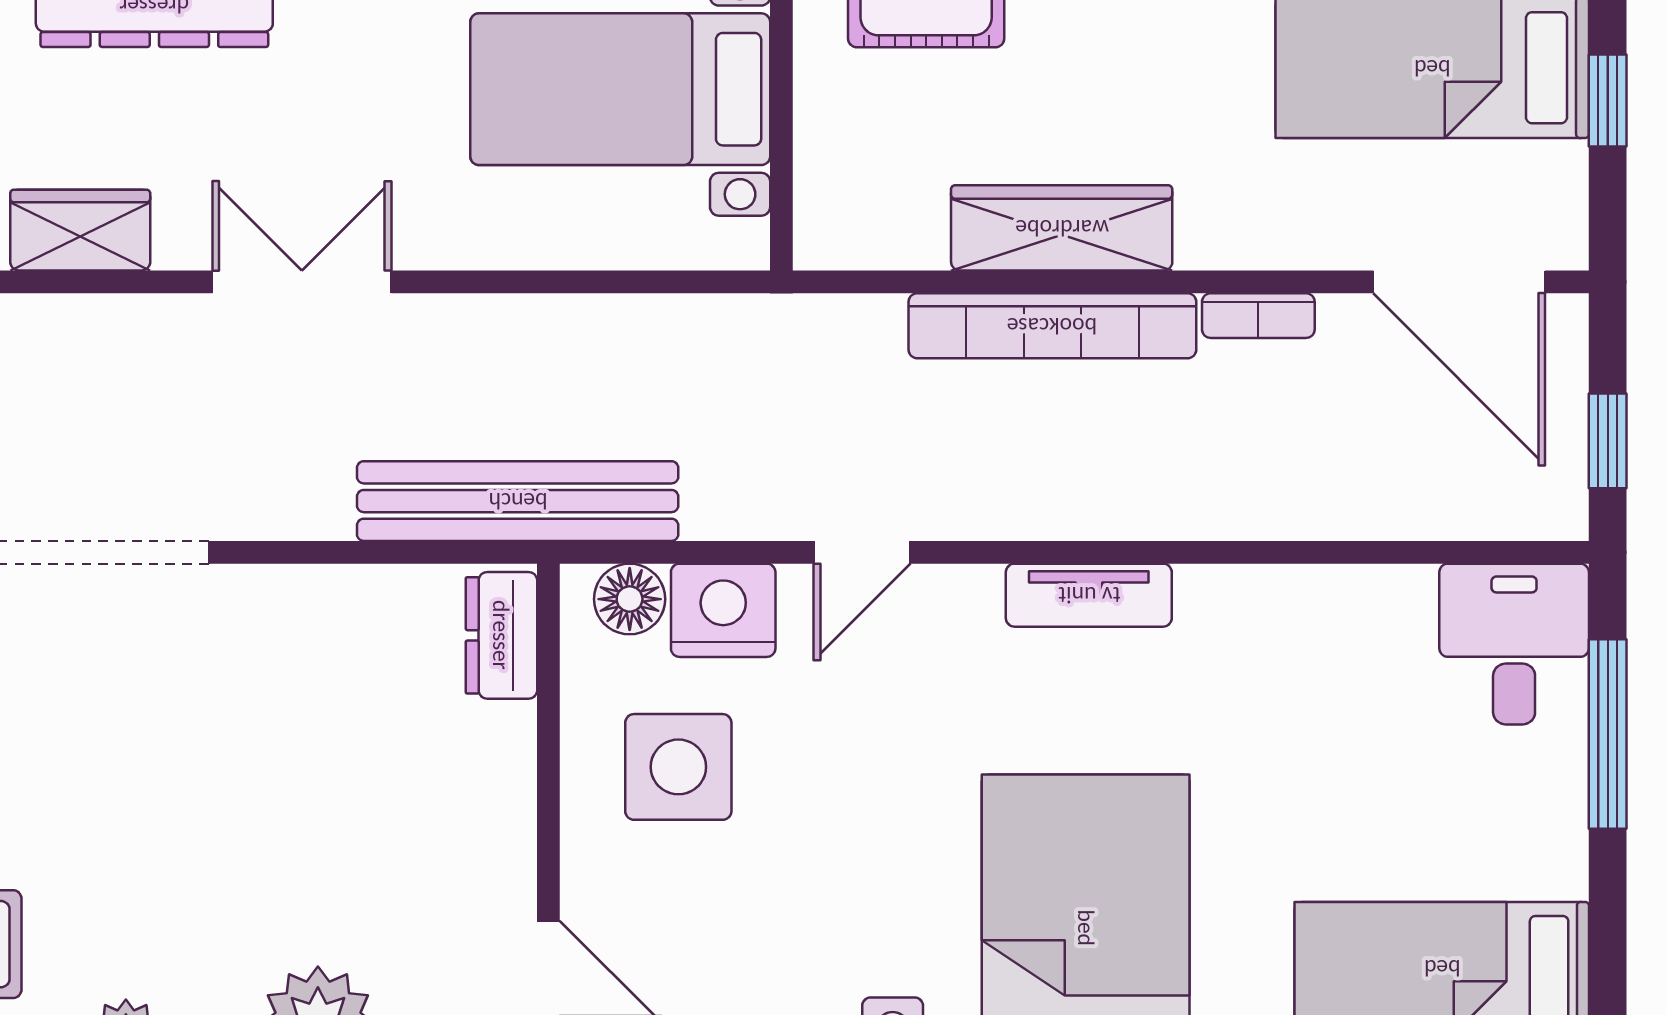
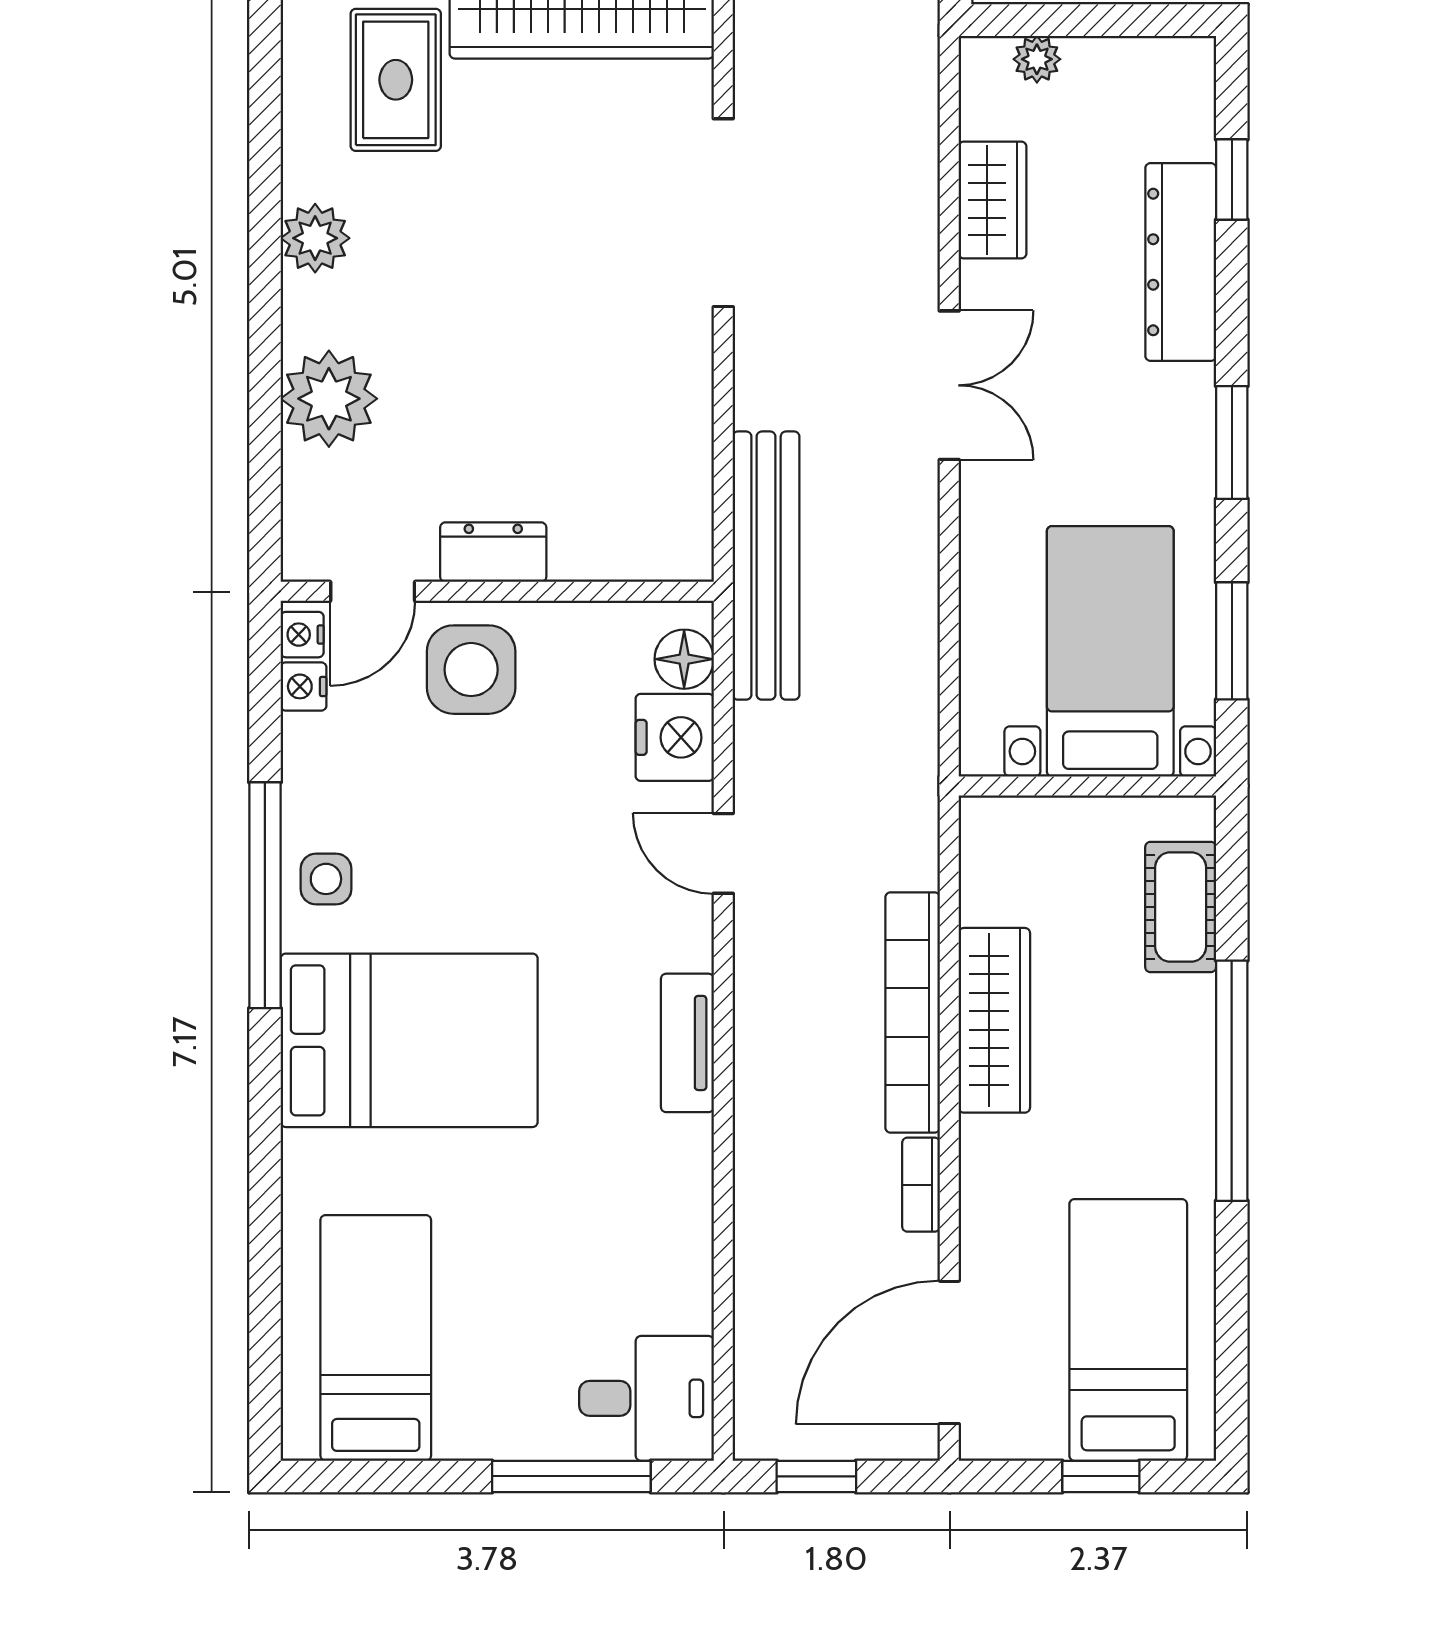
dresser: (501, 635) -> (493, 552), moved
side table: (678, 767) -> (471, 670), moved

